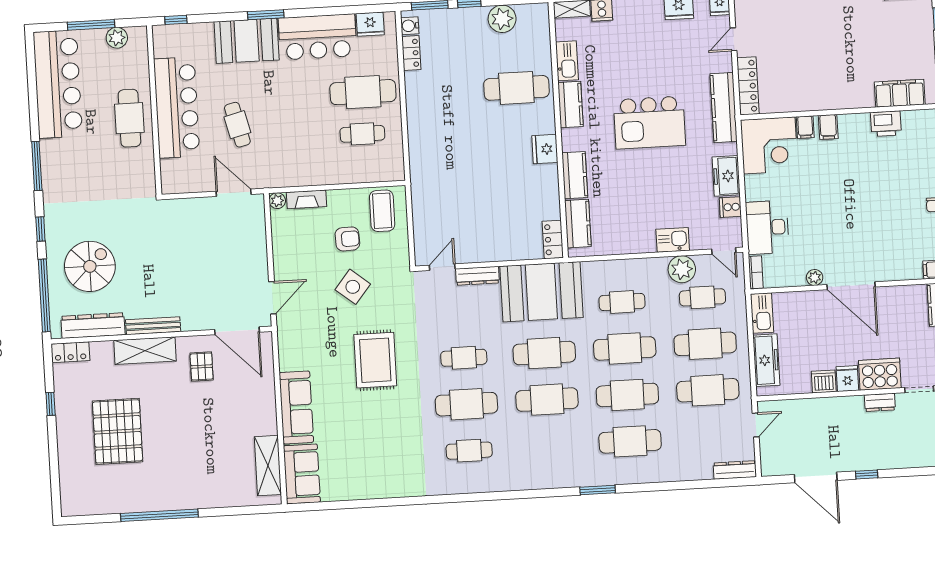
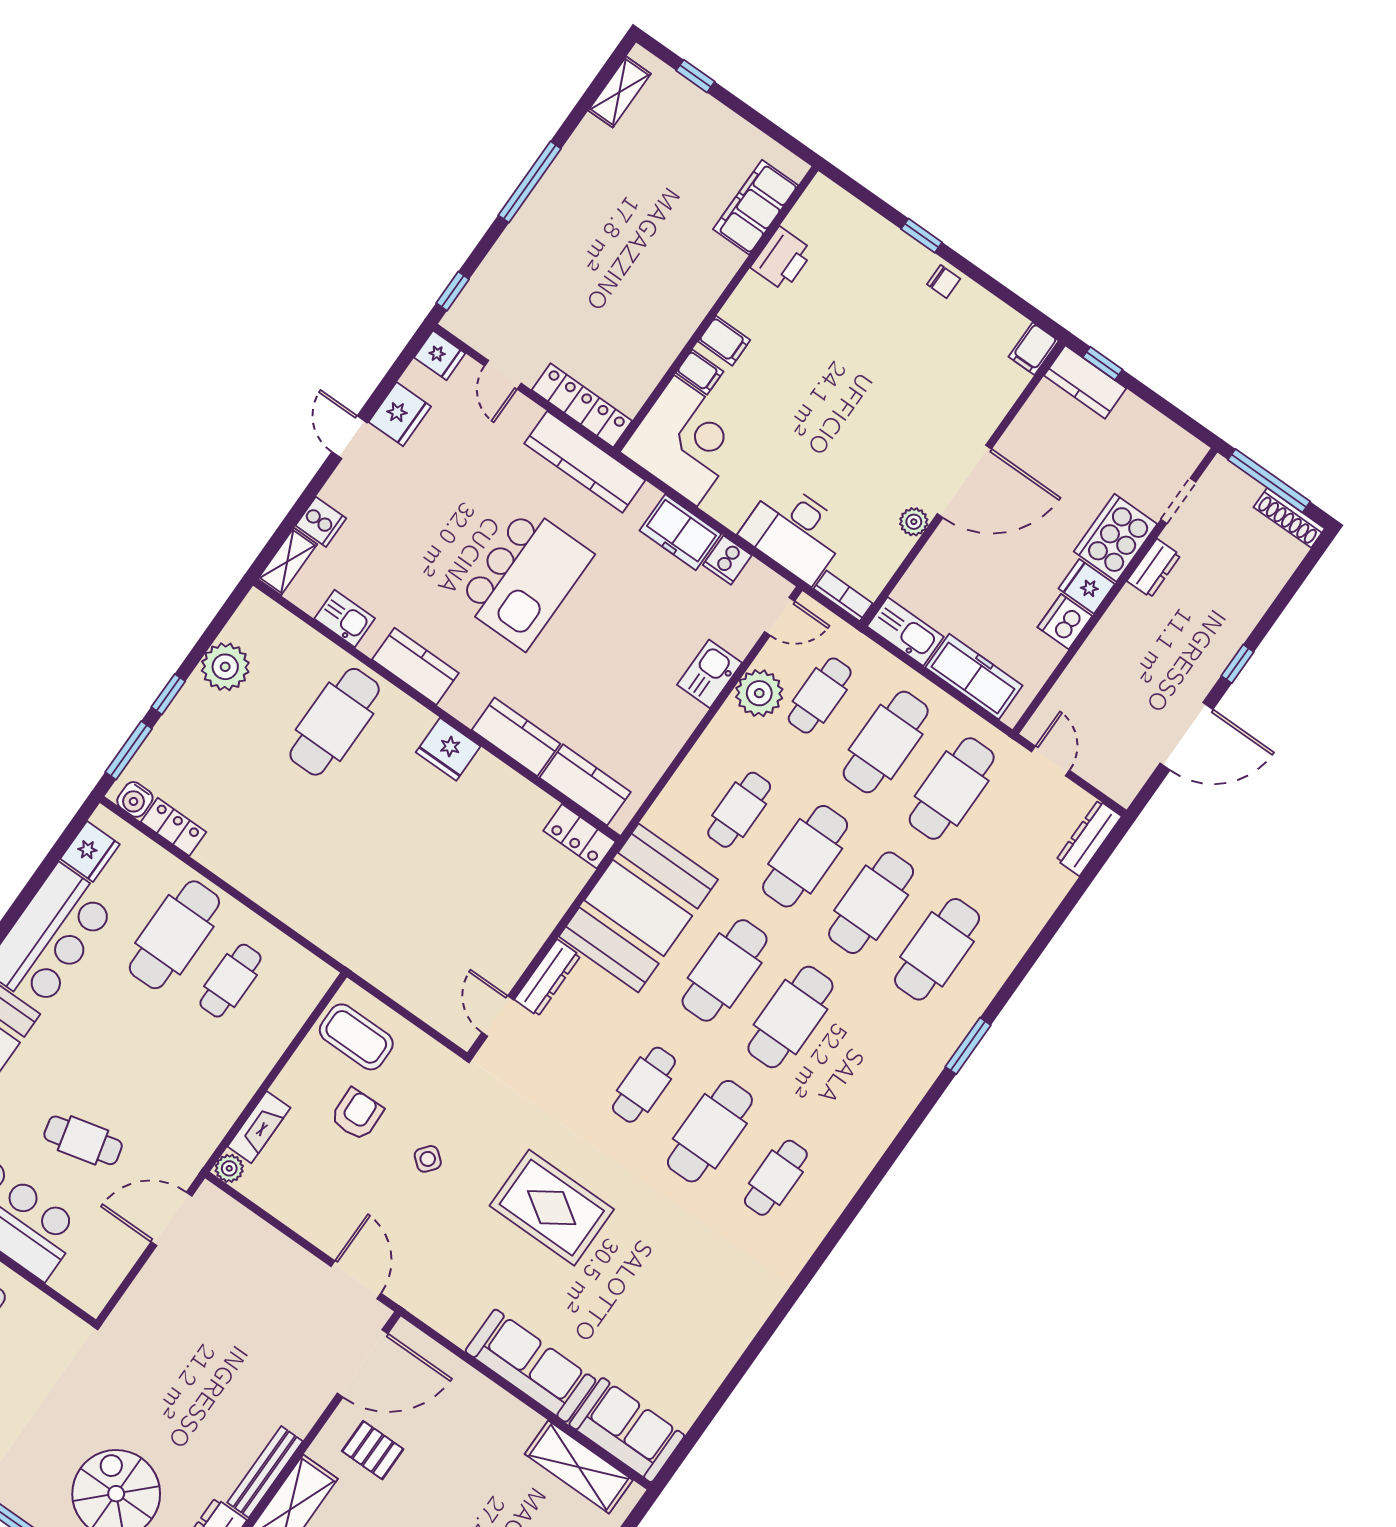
kitchen sink: (567, 61) -> (345, 619), width x0.73
side table: (353, 287) -> (428, 1159), width x0.54, depth x0.54

